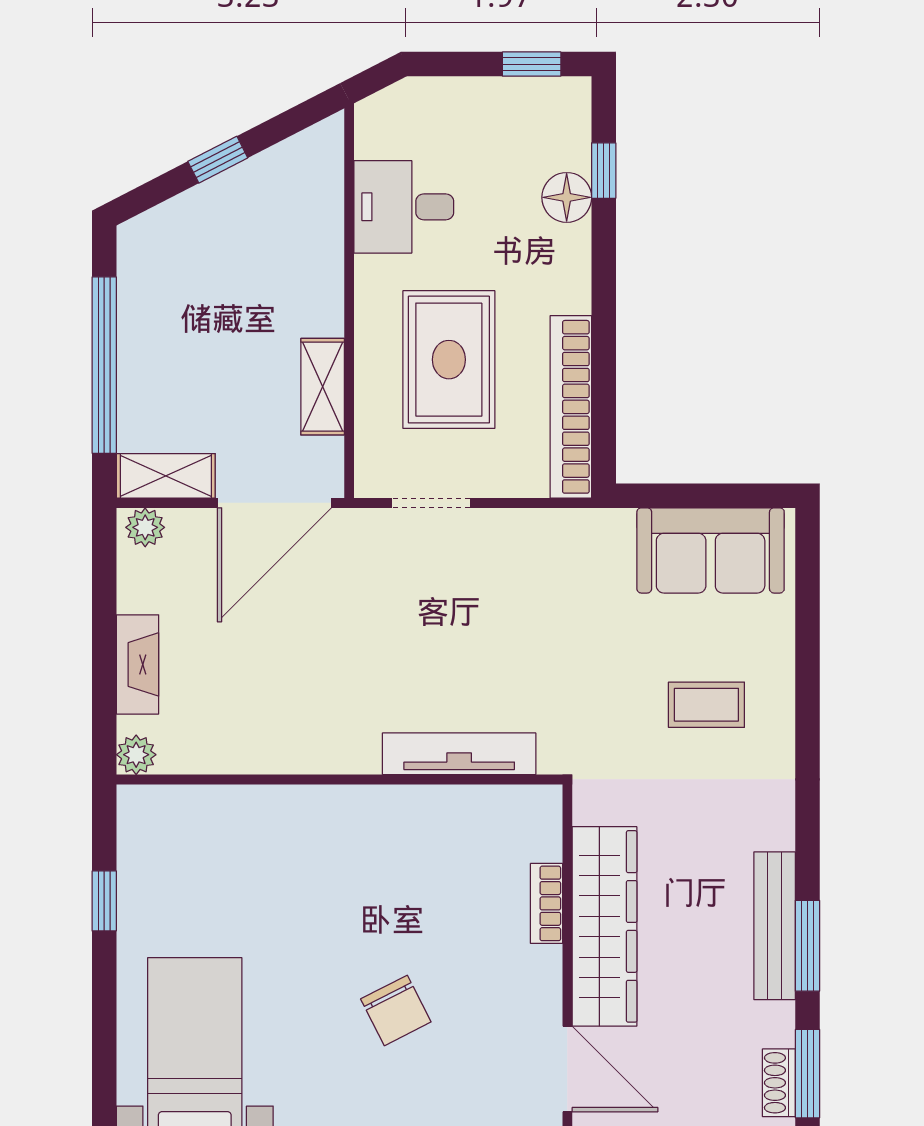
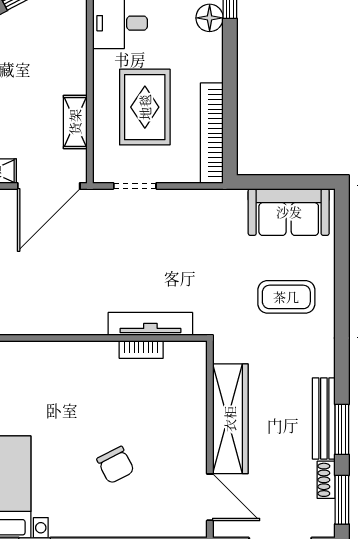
coffee table: (706, 705) -> (286, 297), width x1.36, depth x1.30
bookcase: (547, 903) -> (141, 349), moved, turned -90
shoe rack: (779, 1083) -> (326, 480), moved

